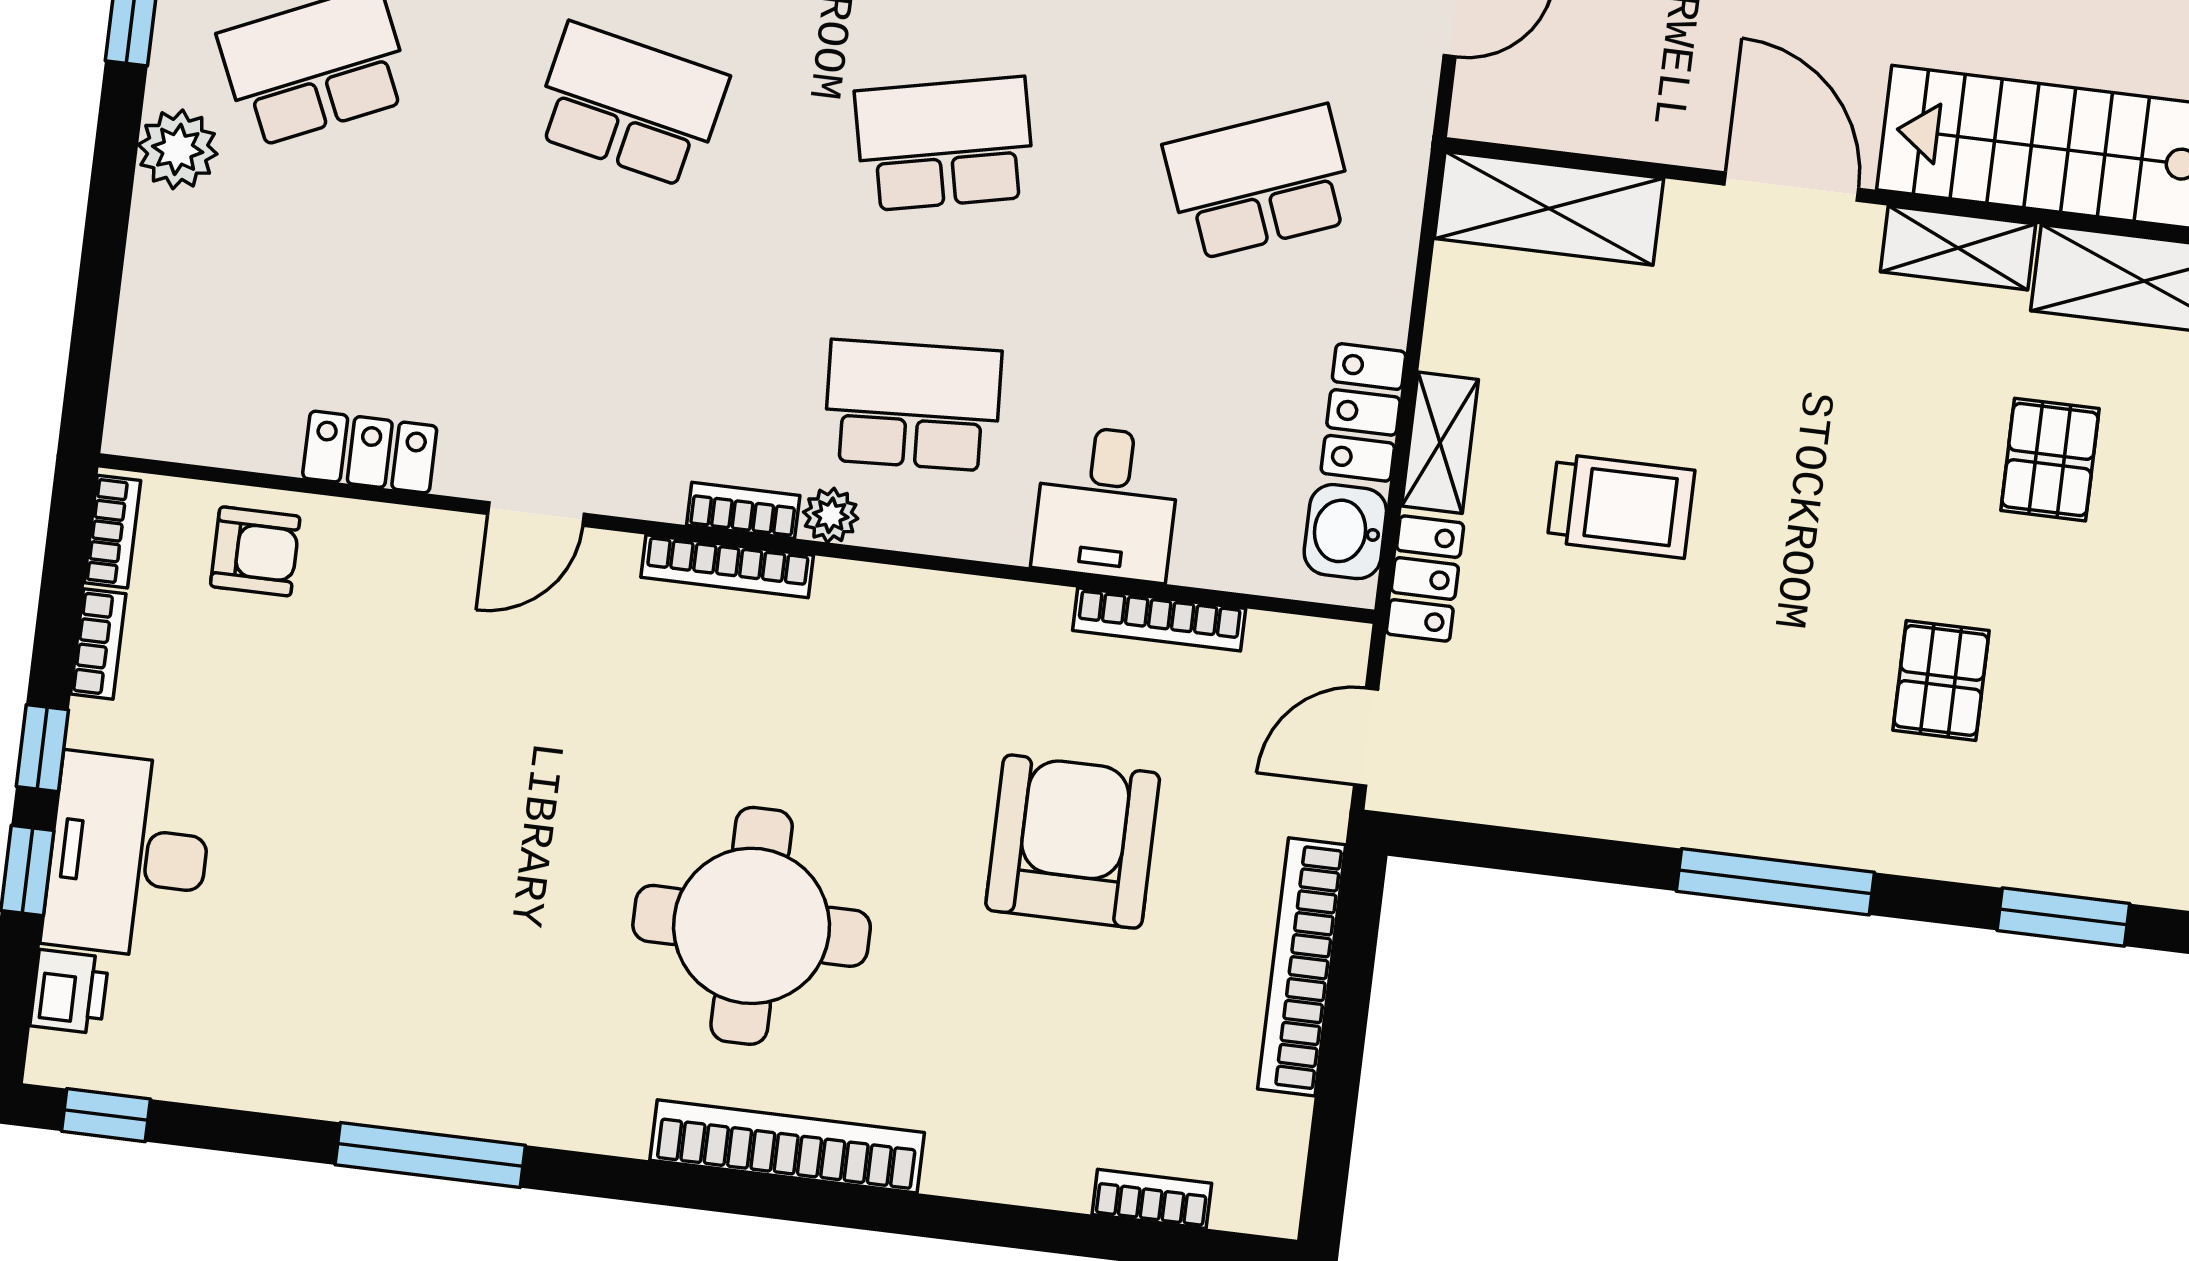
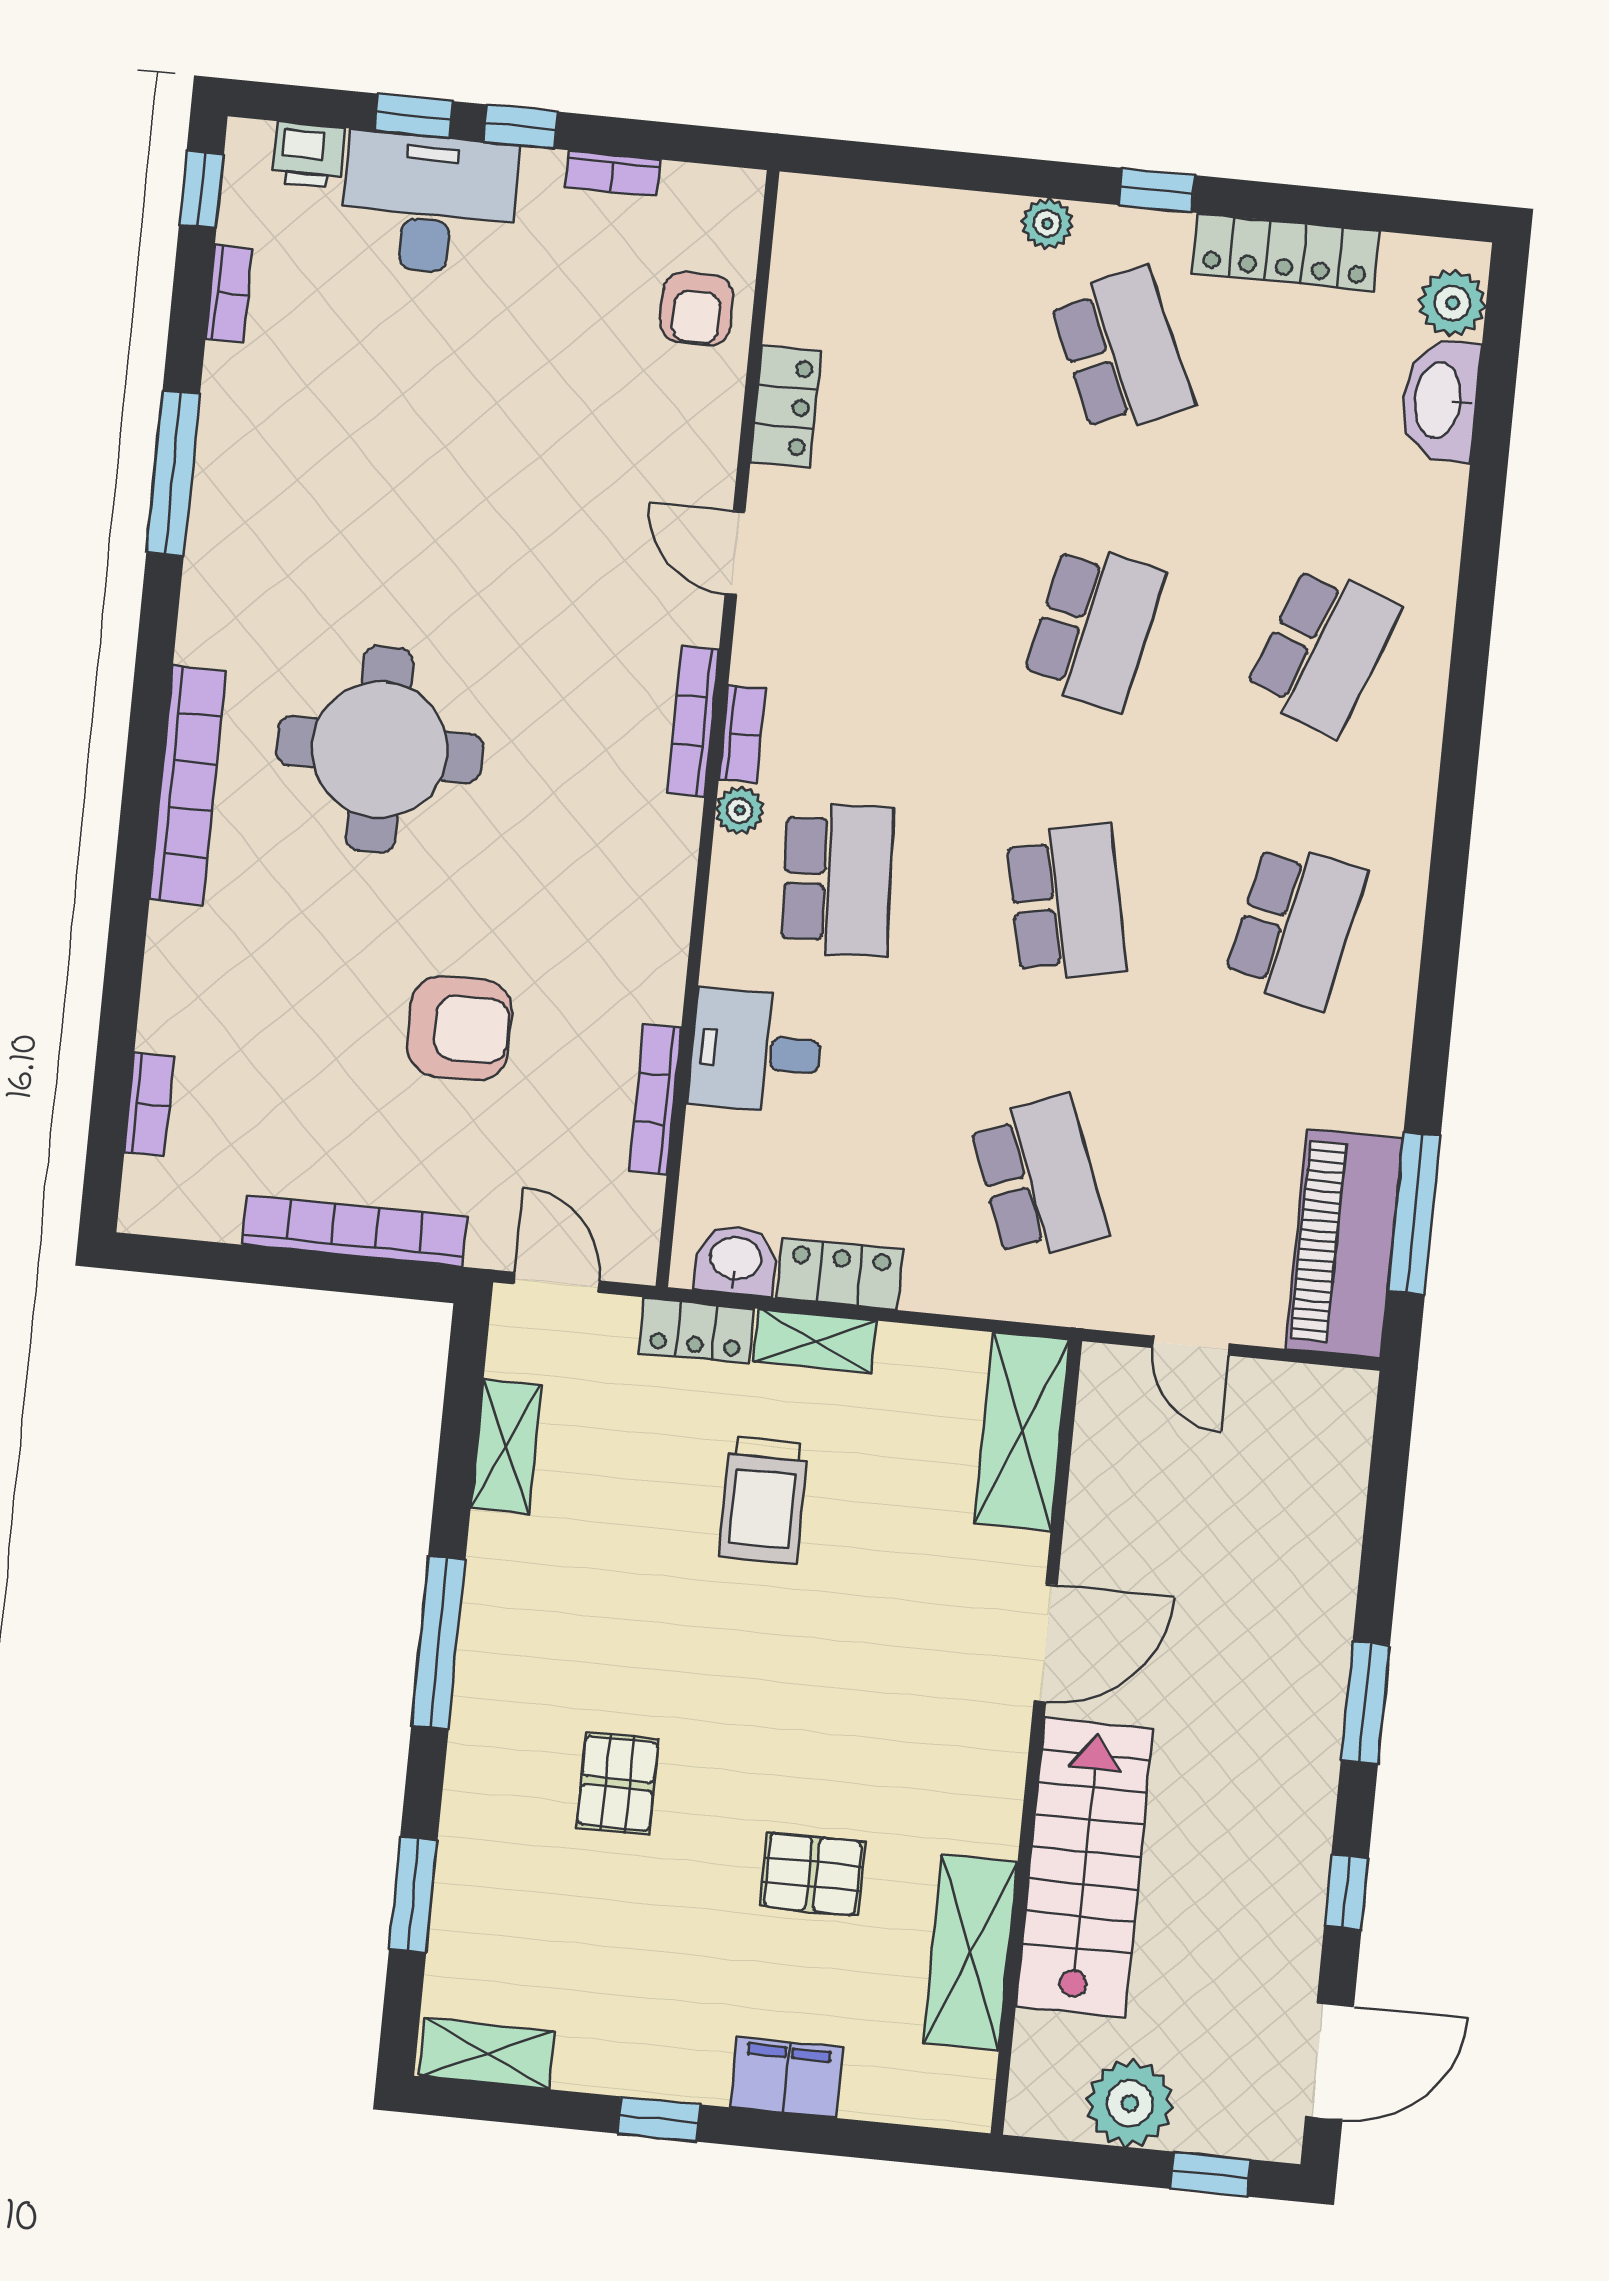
plant: (178, 149) -> (1047, 223), width x0.73, depth x0.73
shelving: (1958, 248) -> (506, 1446), moved
bookcase: (112, 532) -> (229, 294), moved, turned -90
pallet: (1941, 680) -> (617, 1783), turned 90
armchair: (1073, 842) -> (460, 1028), width x0.73, depth x0.73

